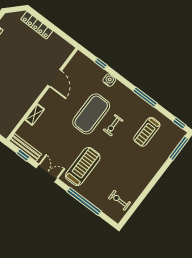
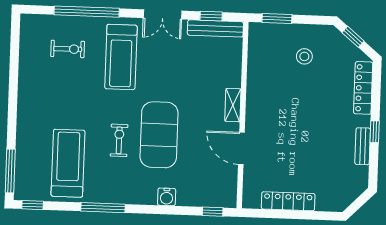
locker: (37, 25) -> (288, 201), moved
window: (101, 64) -> (213, 212), moved
shelving: (35, 114) -> (233, 105), moved
treadmill: (147, 132) -> (68, 163), width x1.37, depth x1.38
exercise bike: (119, 200) -> (68, 49), moved

